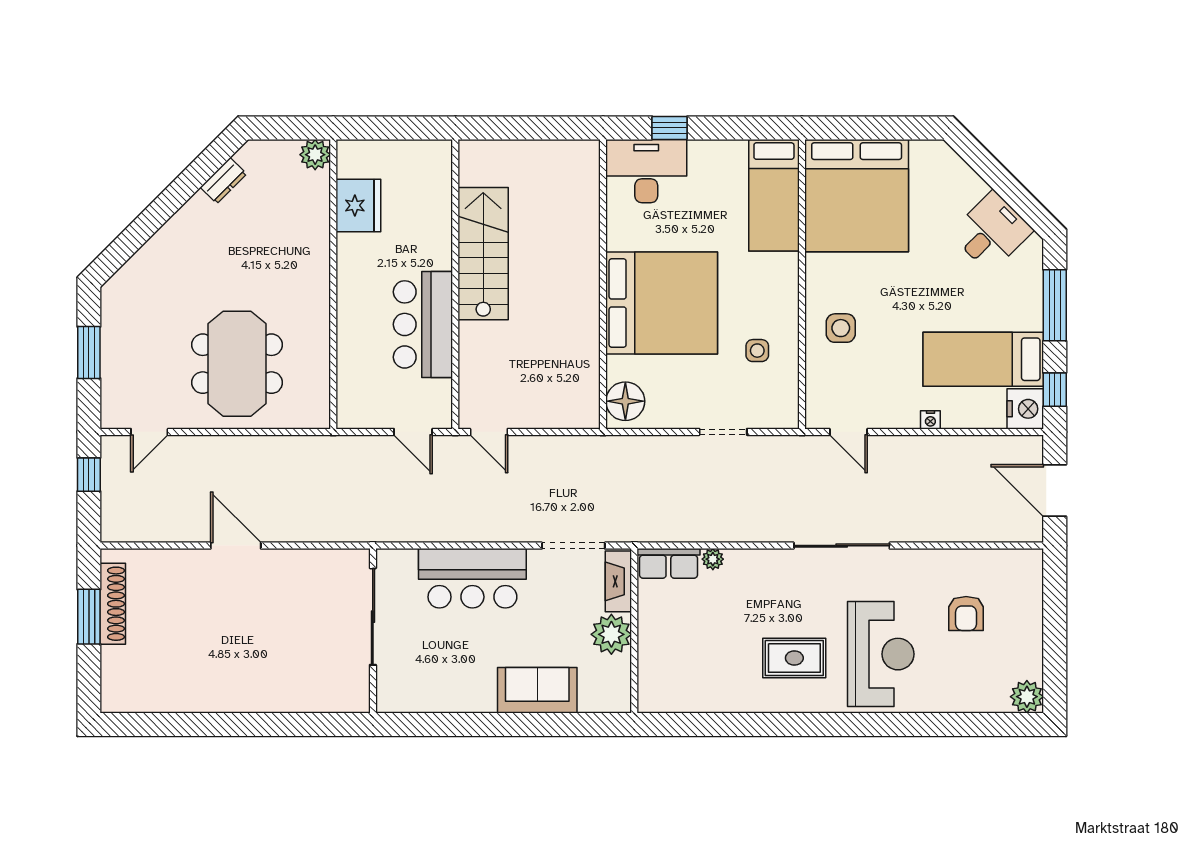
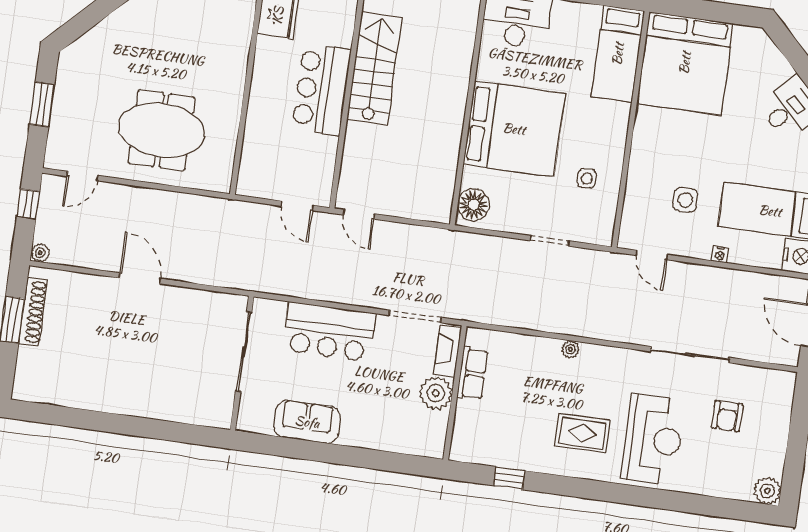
bar counter: (423, 324) -> (322, 90), moved
side table: (841, 328) -> (685, 200), moved
meeting table: (237, 364) -> (161, 130), turned 90
plant: (111, 532) -> (40, 253), added
sliding door: (842, 546) -> (690, 355), moved
plant: (713, 559) -> (570, 349), moved
row of seats: (668, 563) -> (472, 373), moved, turned -90
sofa: (537, 690) -> (307, 422), moved
window: (714, 725) -> (509, 478), added

